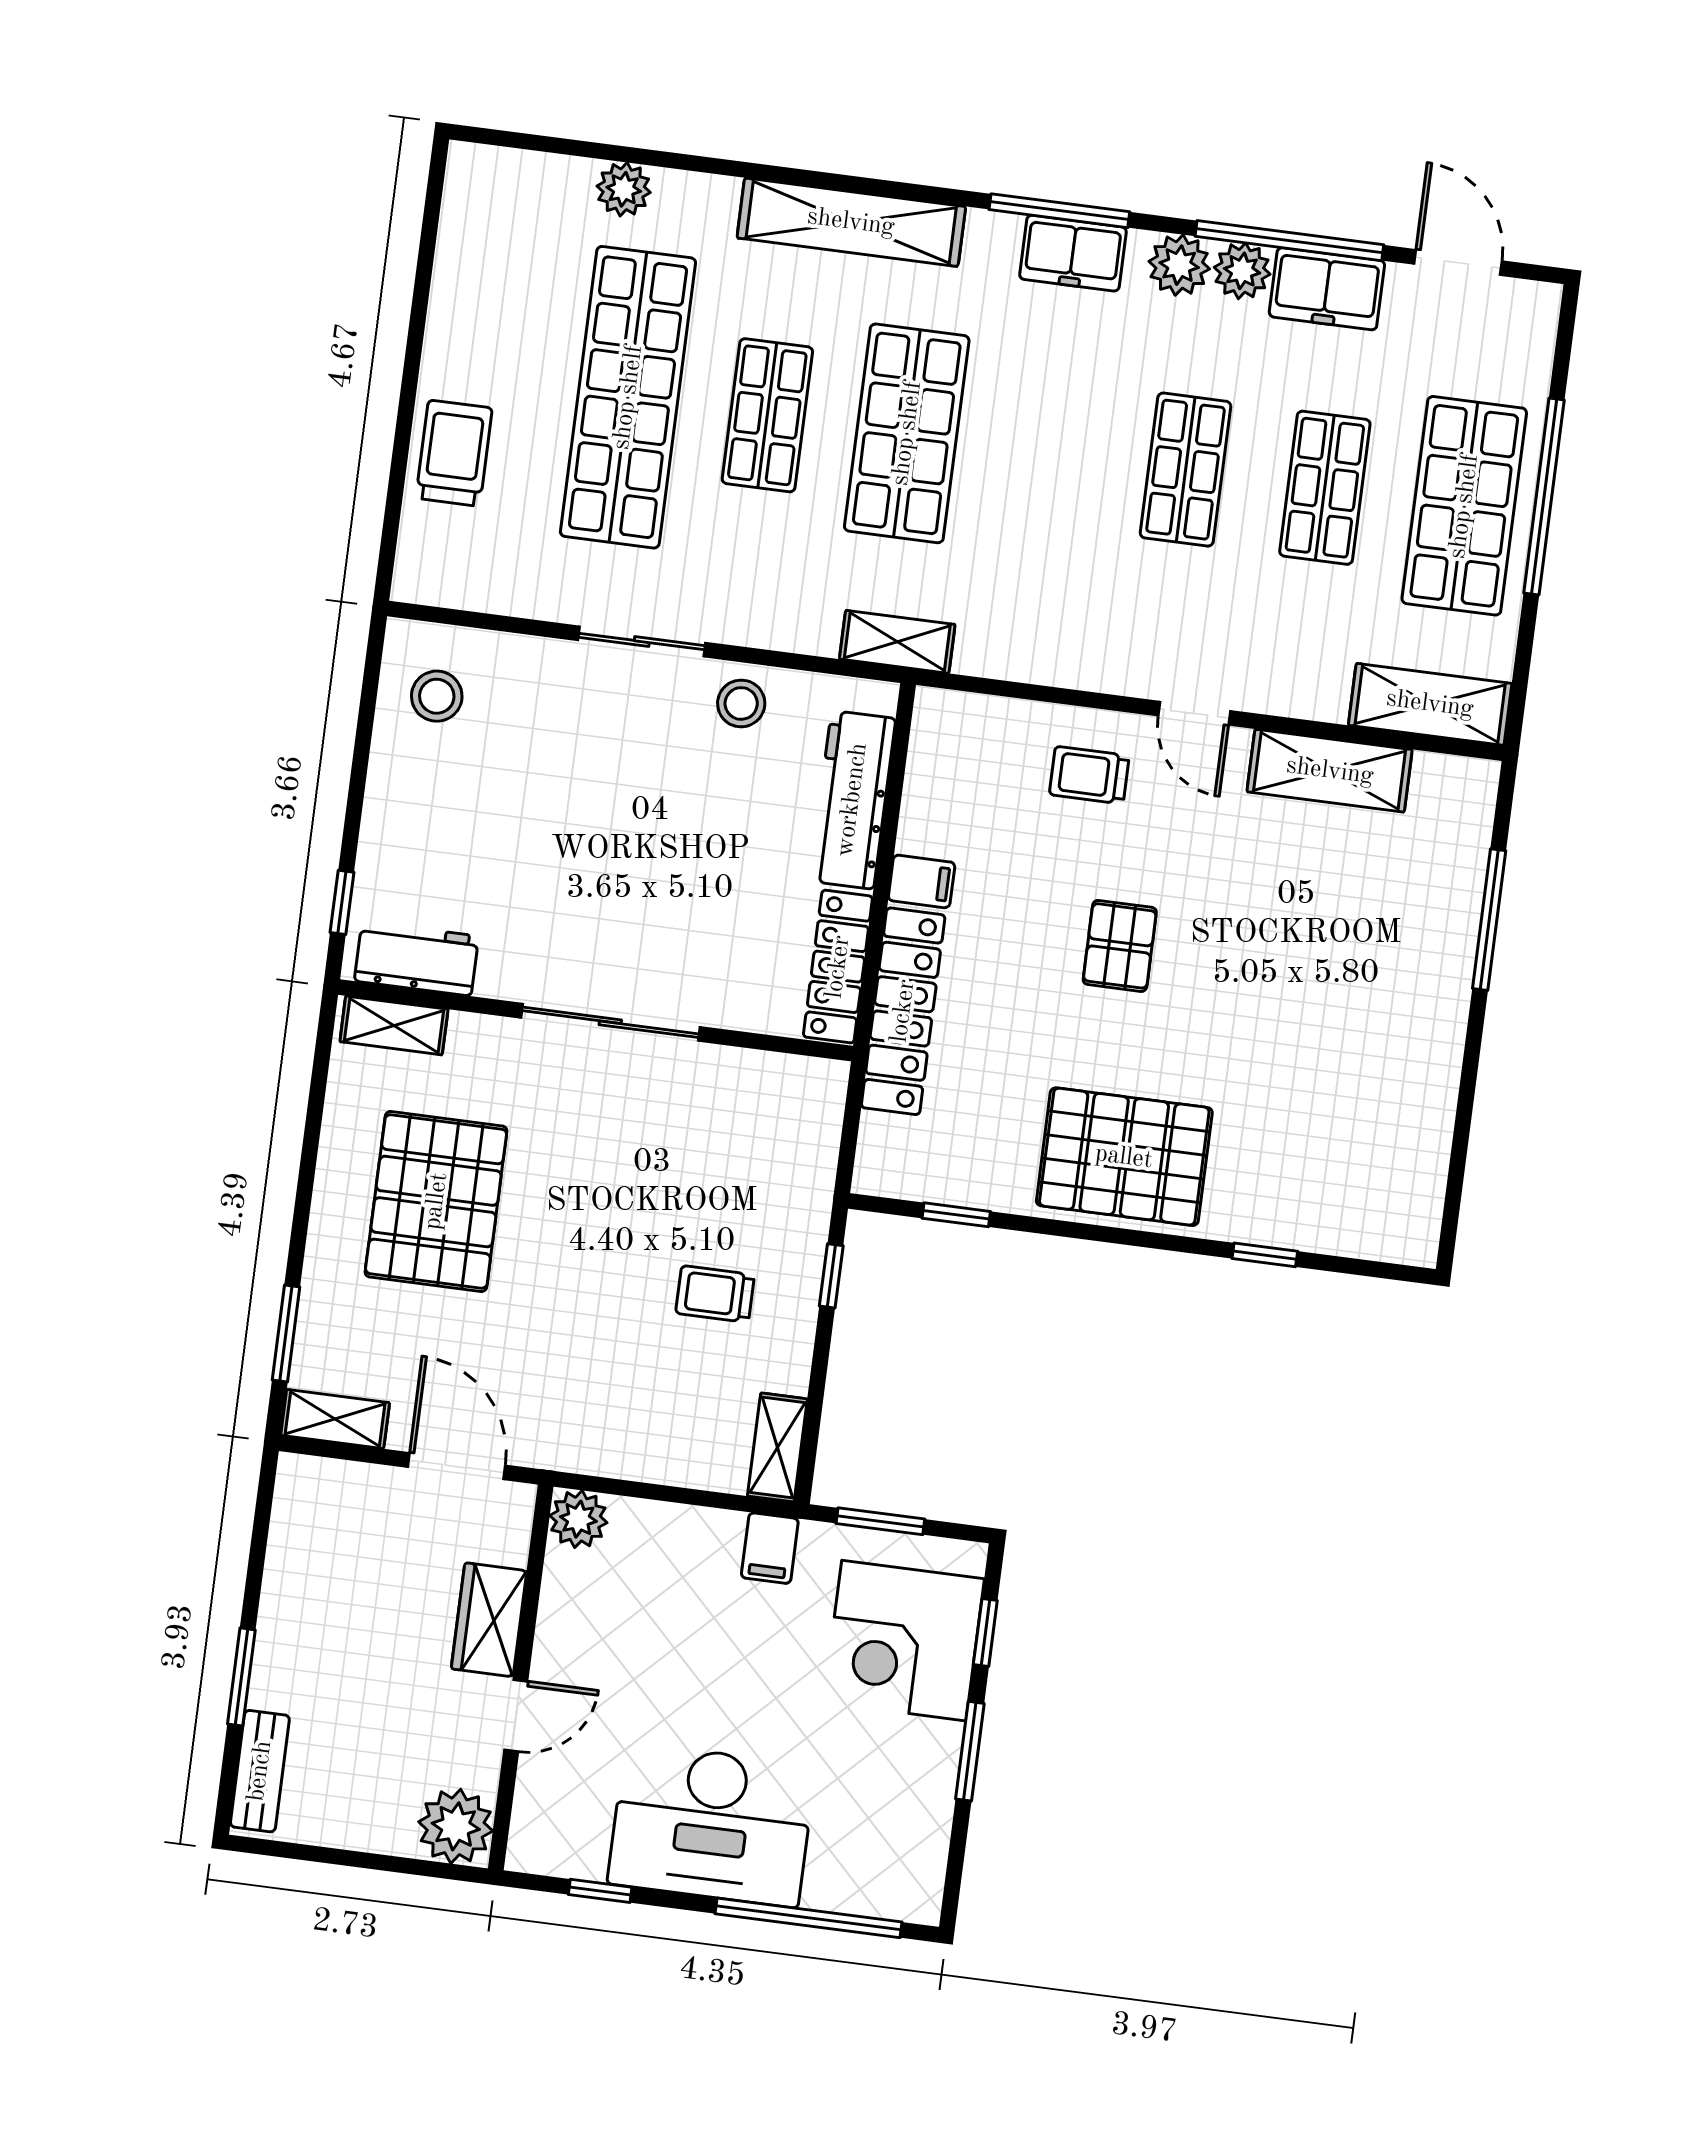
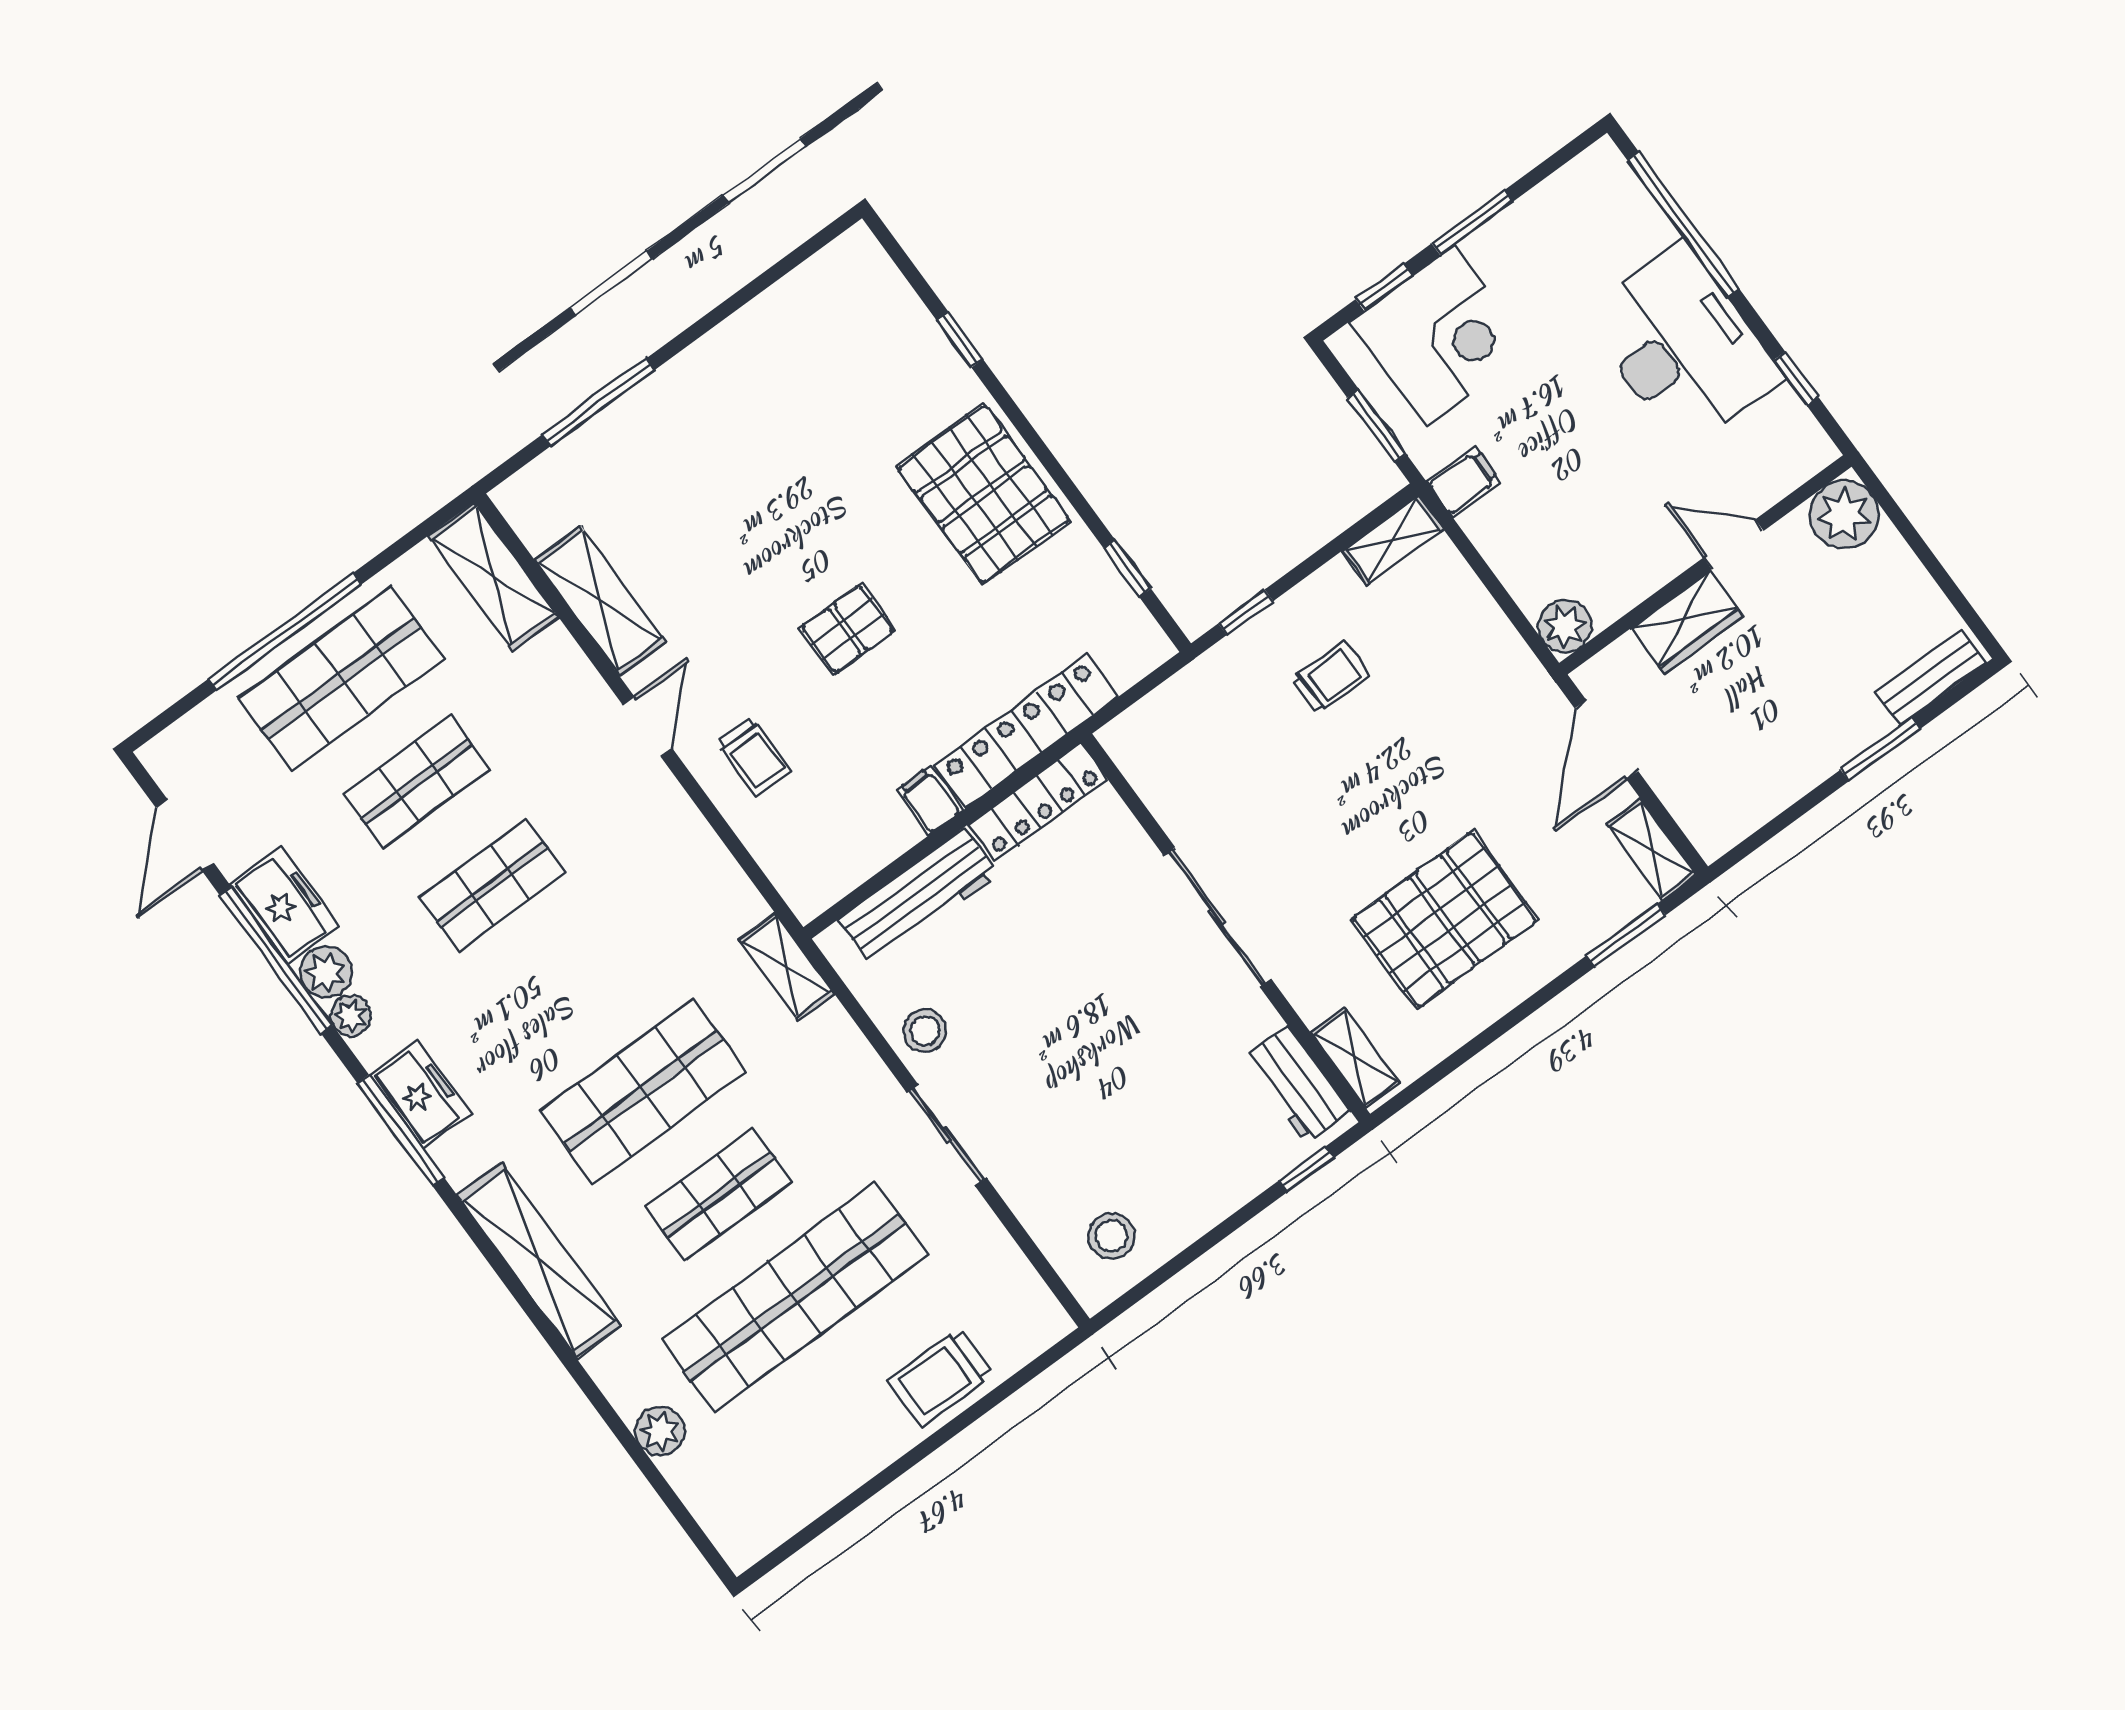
plant: (1179, 265) -> (351, 1016), width x0.73, depth x0.73
trolley: (715, 1294) -> (1331, 678), turned -90

